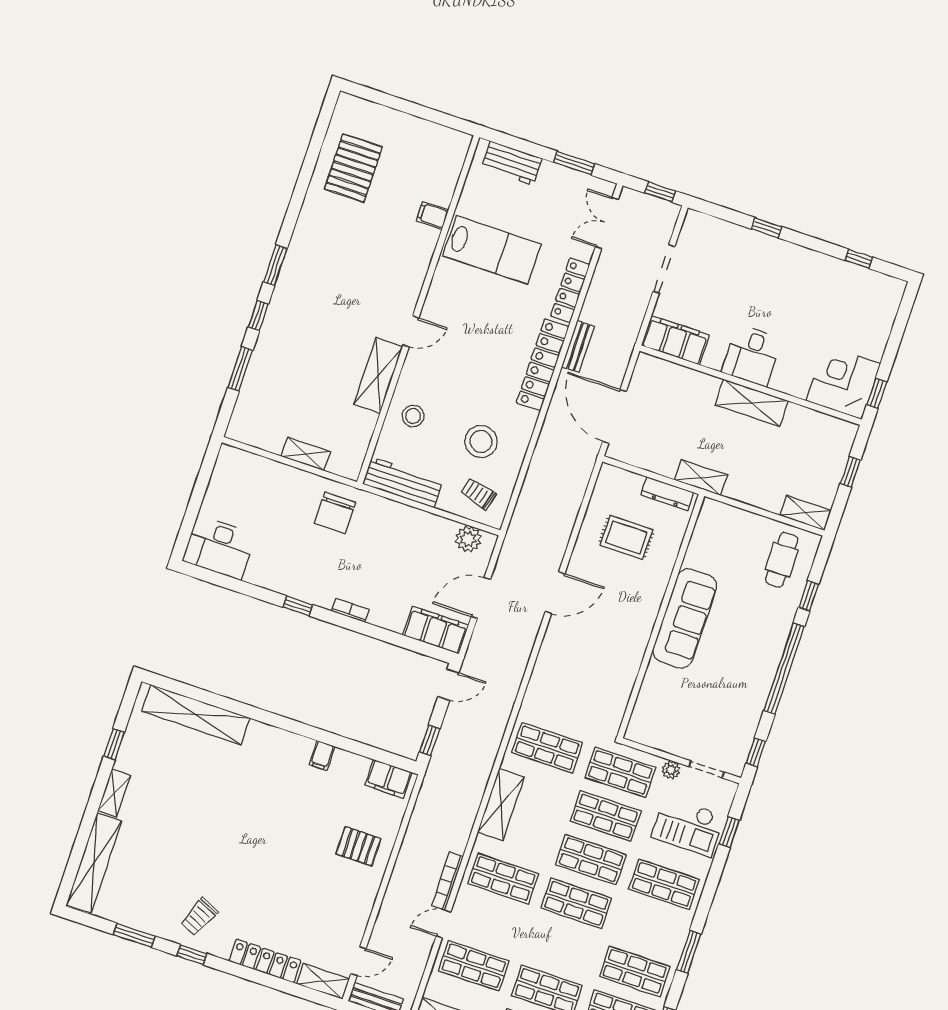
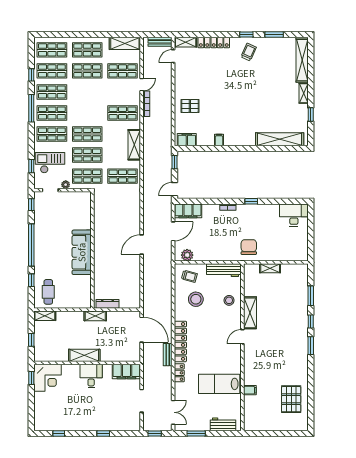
locker: (570, 290) -> (179, 373), width x0.66
rug: (626, 537) -> (119, 279), removed
shop shelf: (576, 903) -> (52, 113), moved
window: (689, 952) -> (31, 108), width x1.44

